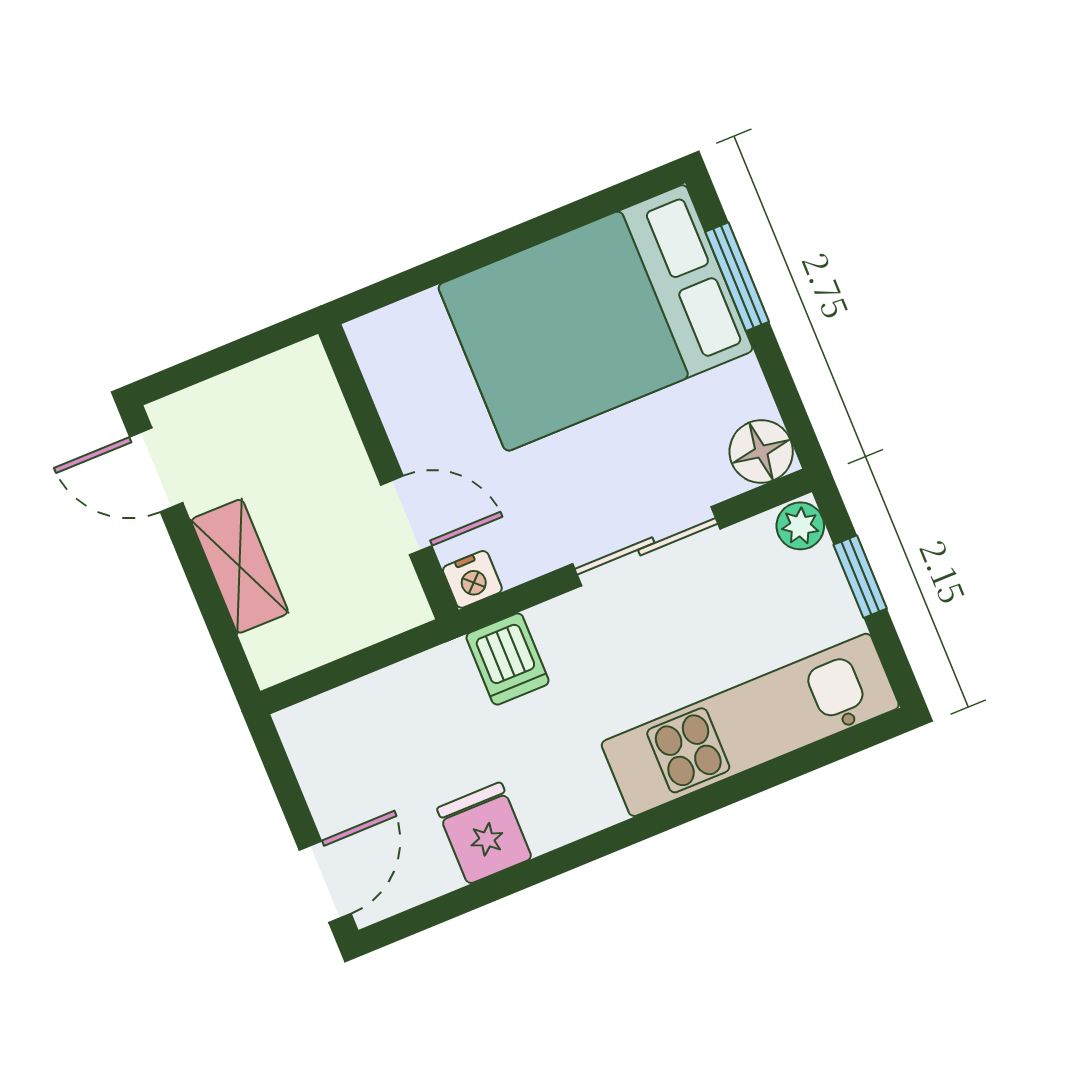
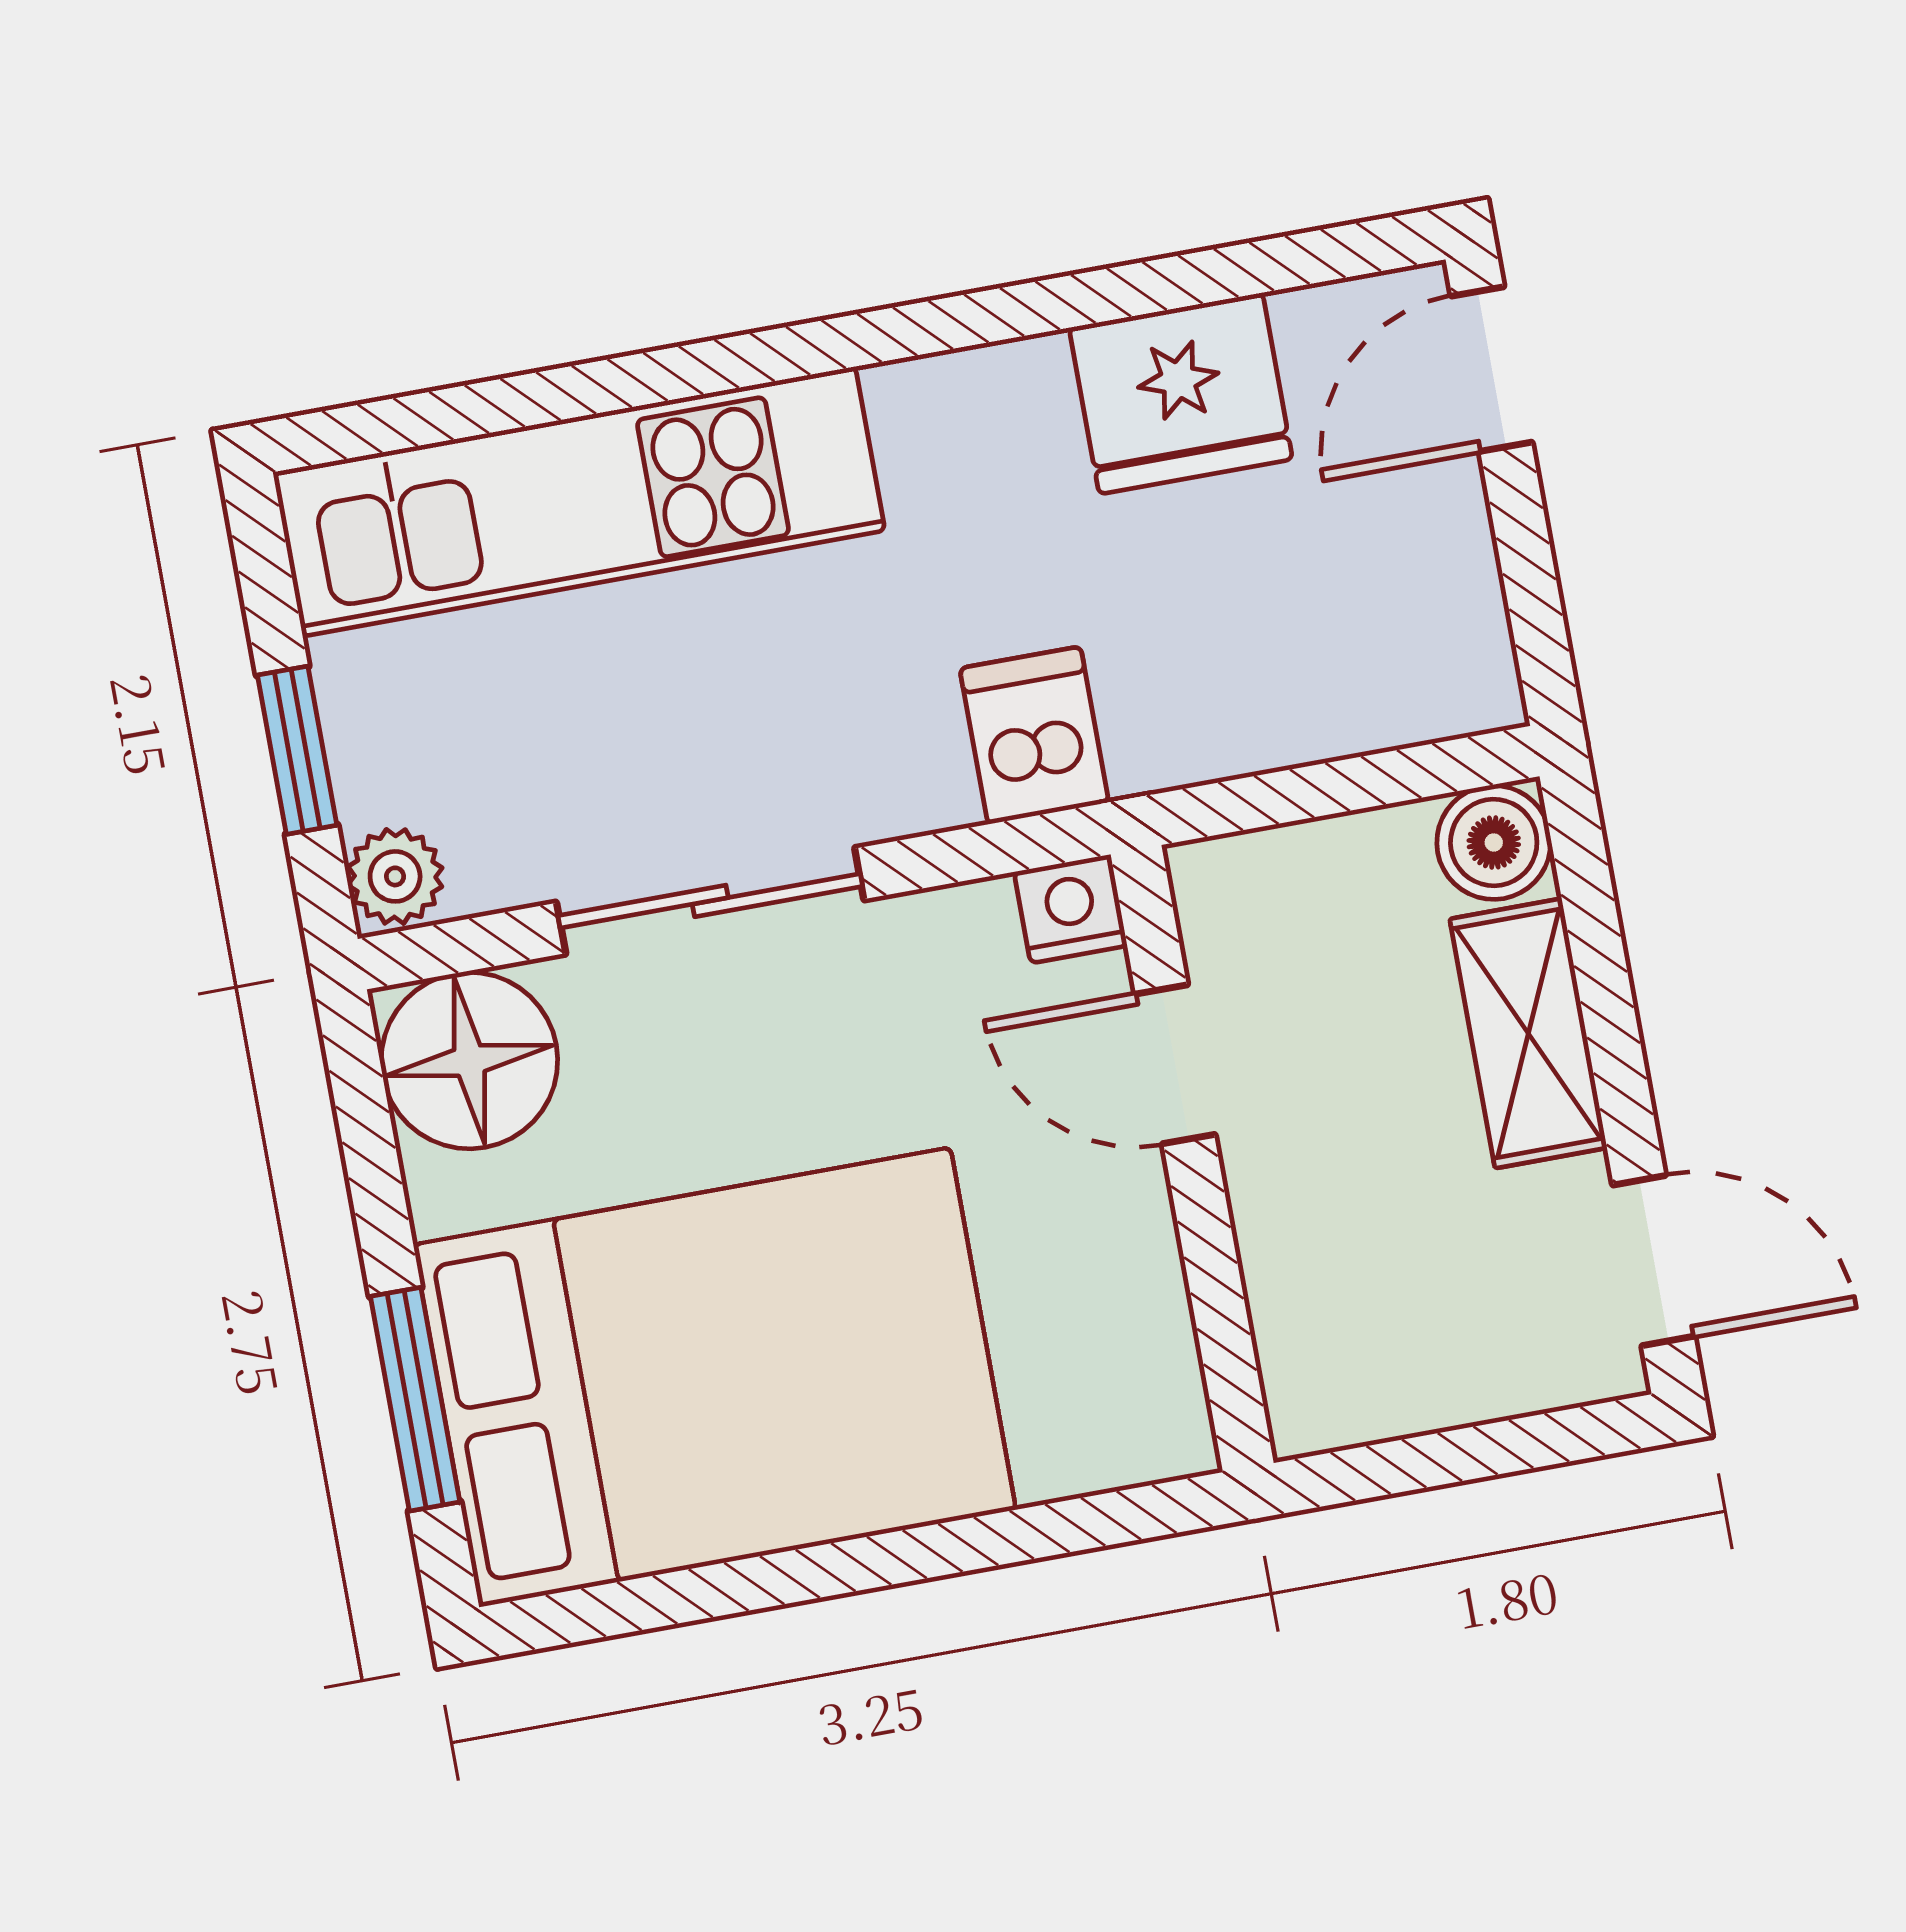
floor lamp: (761, 451) -> (469, 1061), width x1.38, depth x1.38
boiler: (276, 654) -> (1494, 842), added
fridge: (484, 833) -> (1181, 393), width x1.38

